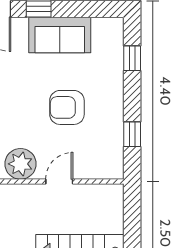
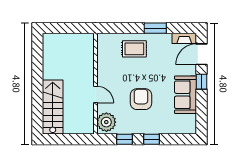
window: (132, 58) -> (152, 139), moved
plant: (21, 164) -> (106, 122), moved

